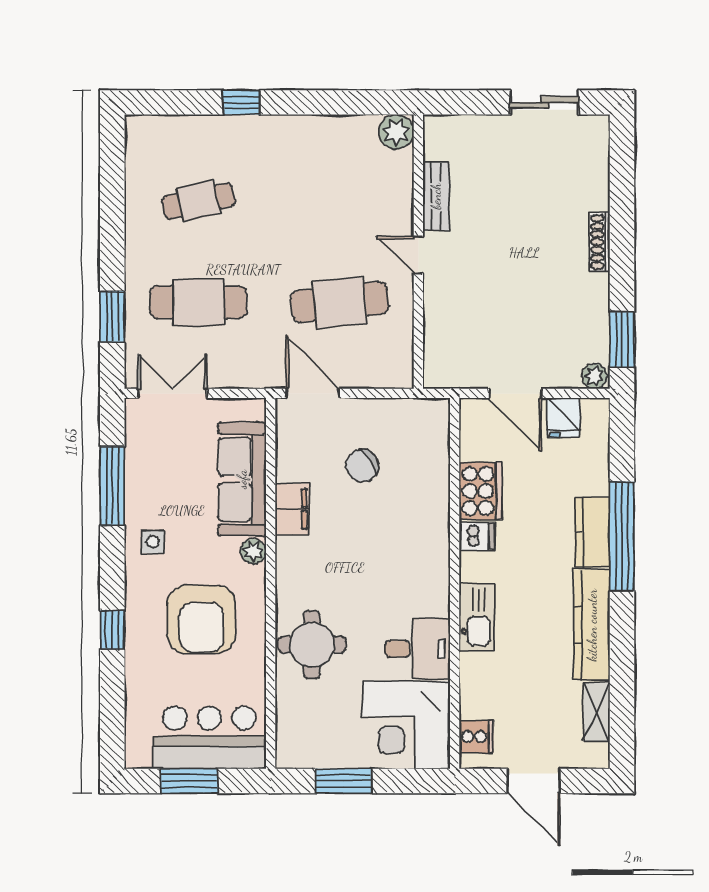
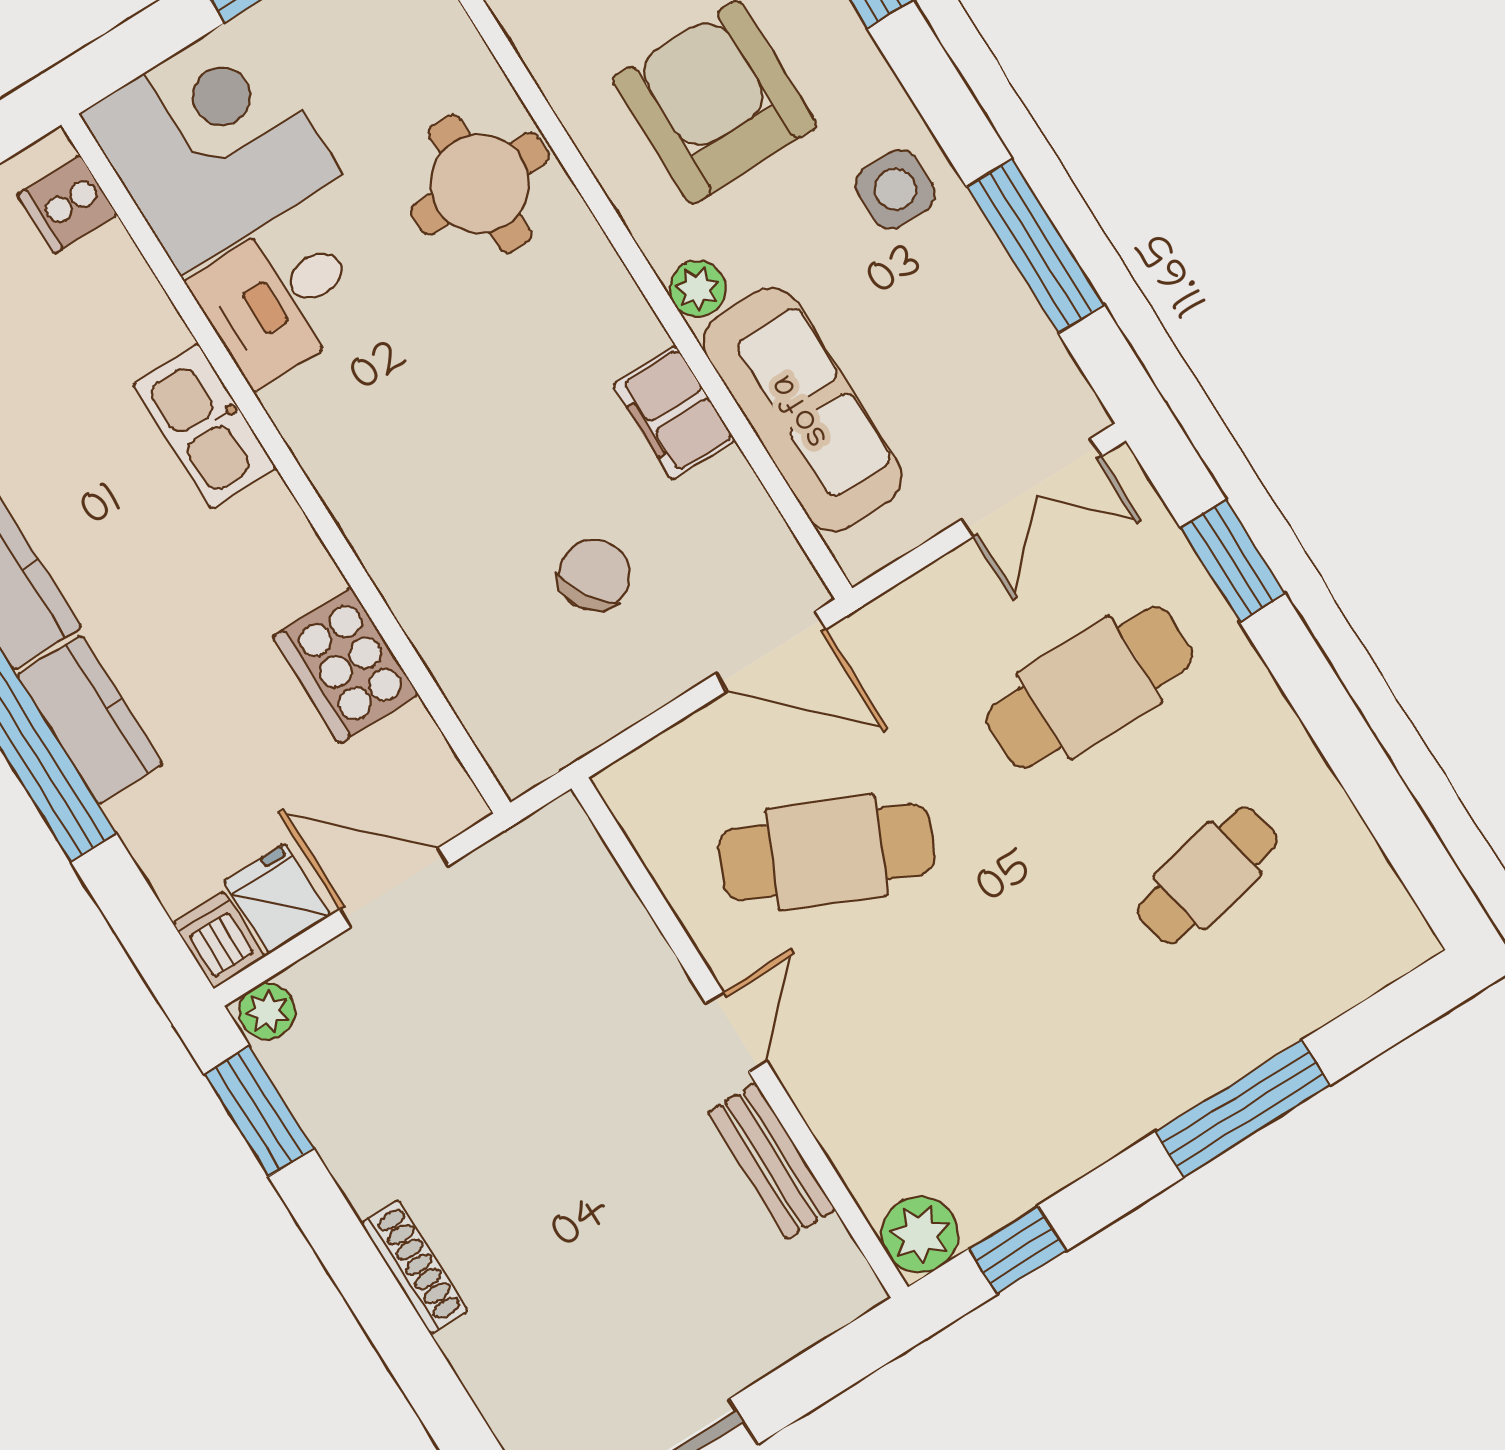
window: (241, 102) -> (1243, 1109), width x2.17
window: (363, 102) -> (1017, 1250), added
door: (418, 255) -> (736, 1032), hinge flipped
cafe table: (340, 302) -> (827, 852), turned 30
dishwasher: (477, 536) -> (218, 940), moved, turned 90
side table: (153, 542) -> (895, 189), width x1.37, depth x1.37

